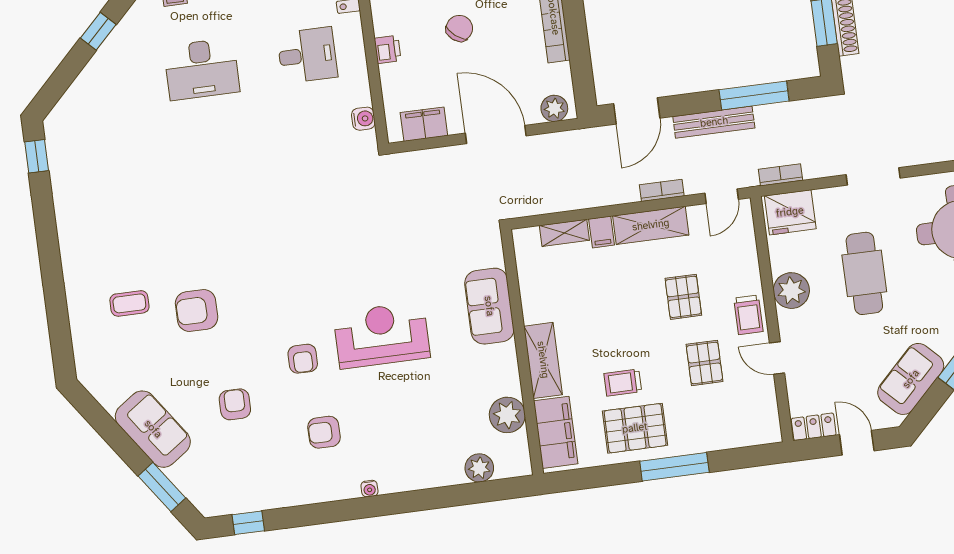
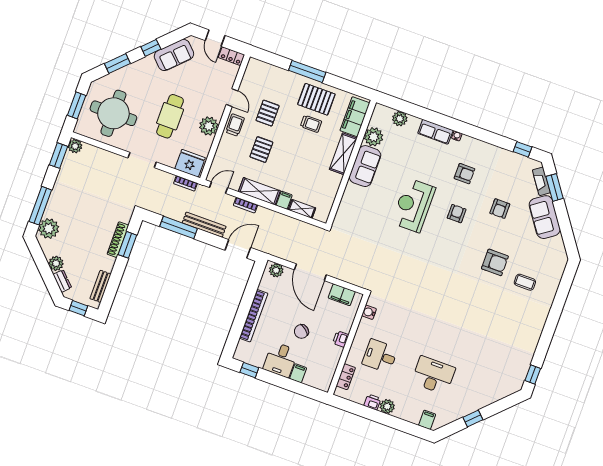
sofa: (489, 306) -> (365, 166), moved
reception desk: (382, 335) -> (413, 205), turned 90
row of seats: (409, 477) -> (435, 132), added
fireplace: (189, 486) -> (541, 181), added

